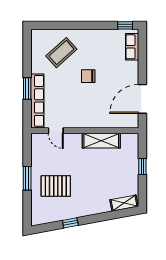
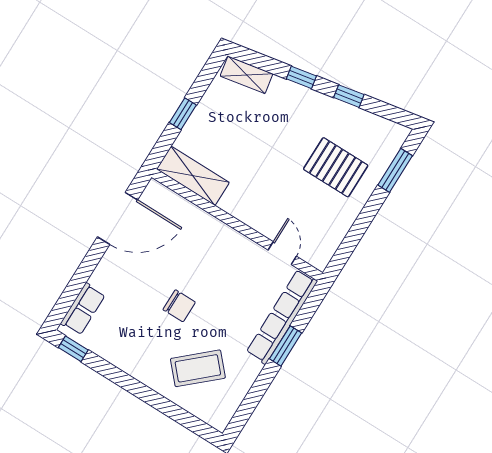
shelving: (101, 141) -> (193, 176), moved
window: (27, 178) -> (395, 170), moved
window: (98, 218) -> (301, 77), added

